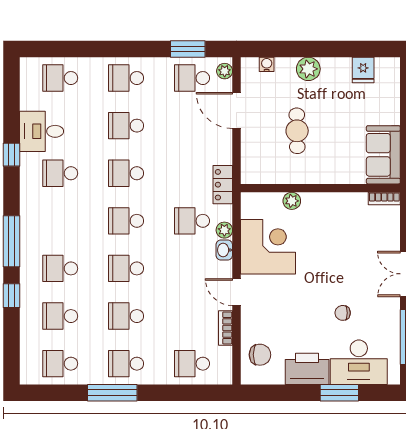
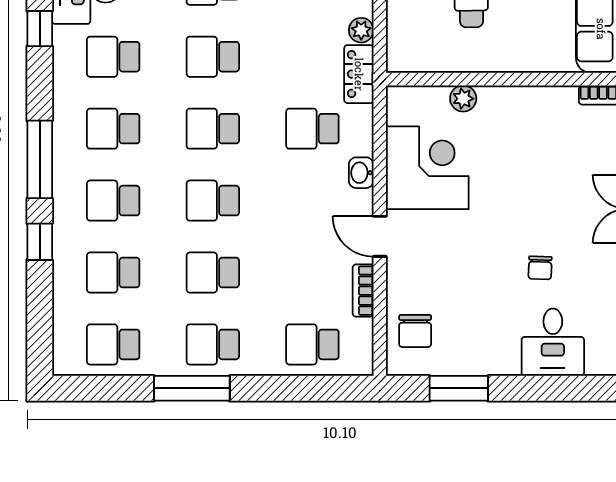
school desk: (60, 221) -> (113, 129), added
plant: (224, 230) -> (361, 30), moved
chair: (343, 313) -> (540, 268), turned -88
chair: (260, 355) -> (415, 331), turned 90
desk: (359, 362) -> (553, 342), width x0.73
printer: (307, 369) -> (486, 352), removed
window: (339, 393) -> (459, 388), moved

